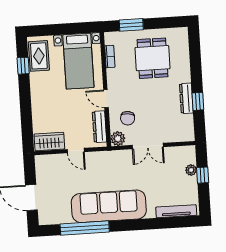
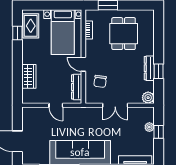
plant: (118, 139) -> (148, 98), moved
wardrobe: (49, 142) -> (29, 76), moved, turned 90

